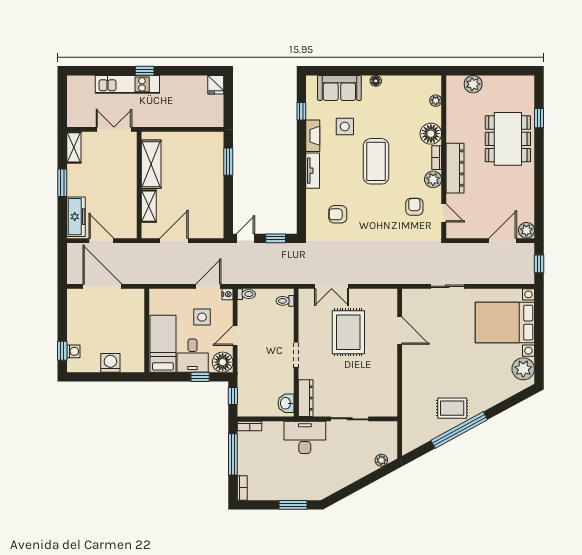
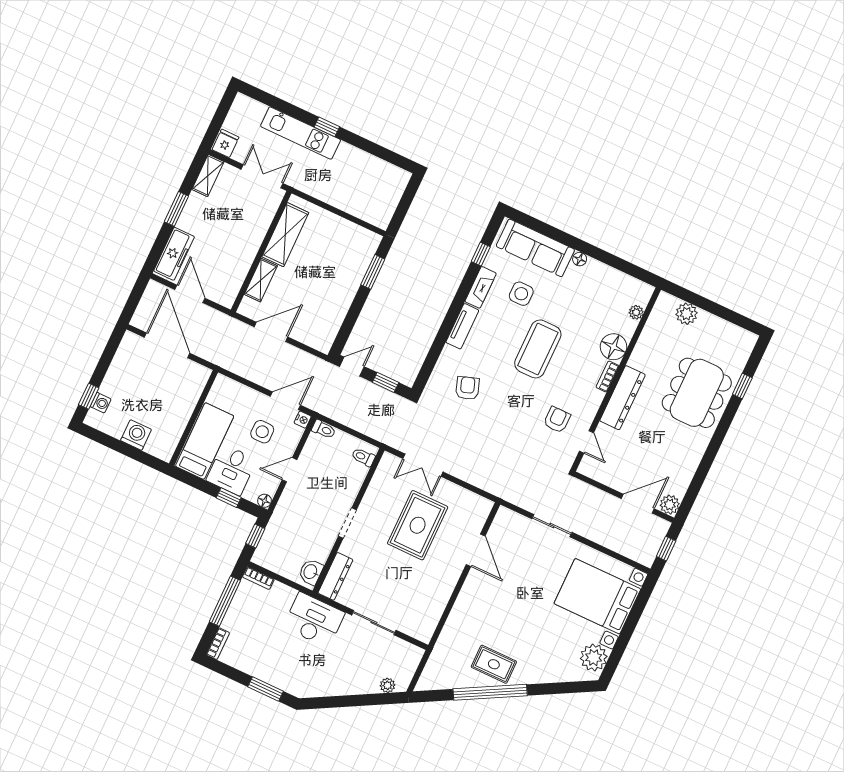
fridge: (216, 85) -> (225, 143), moved, turned 180
sofa: (339, 88) -> (535, 248), width x1.36
plant: (433, 179) -> (592, 399), removed
armchair: (338, 214) -> (467, 388), turned 71
floor lamp: (223, 362) -> (264, 501), width x0.53, depth x0.53

